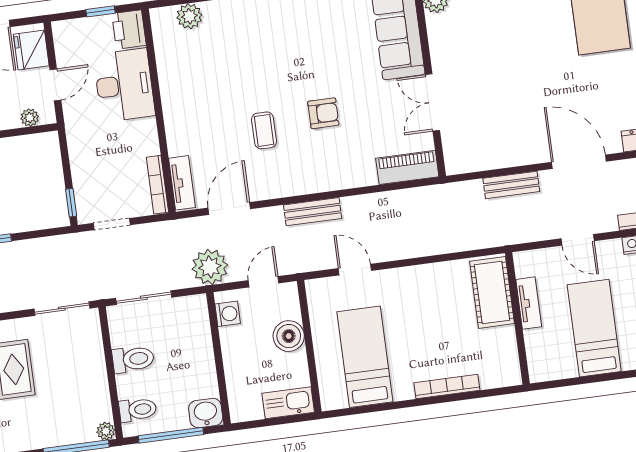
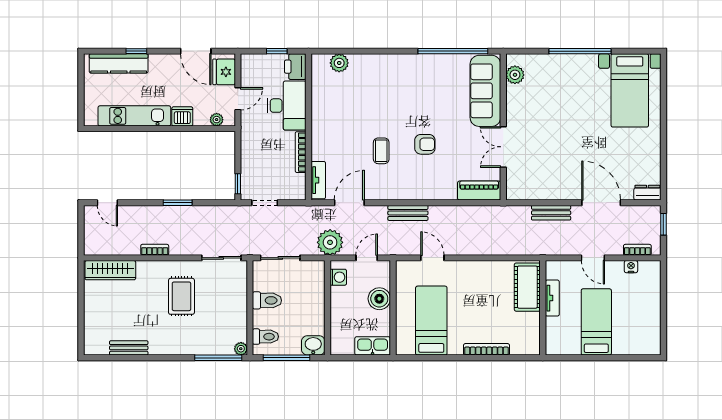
bookcase: (157, 185) -> (301, 152), moved

